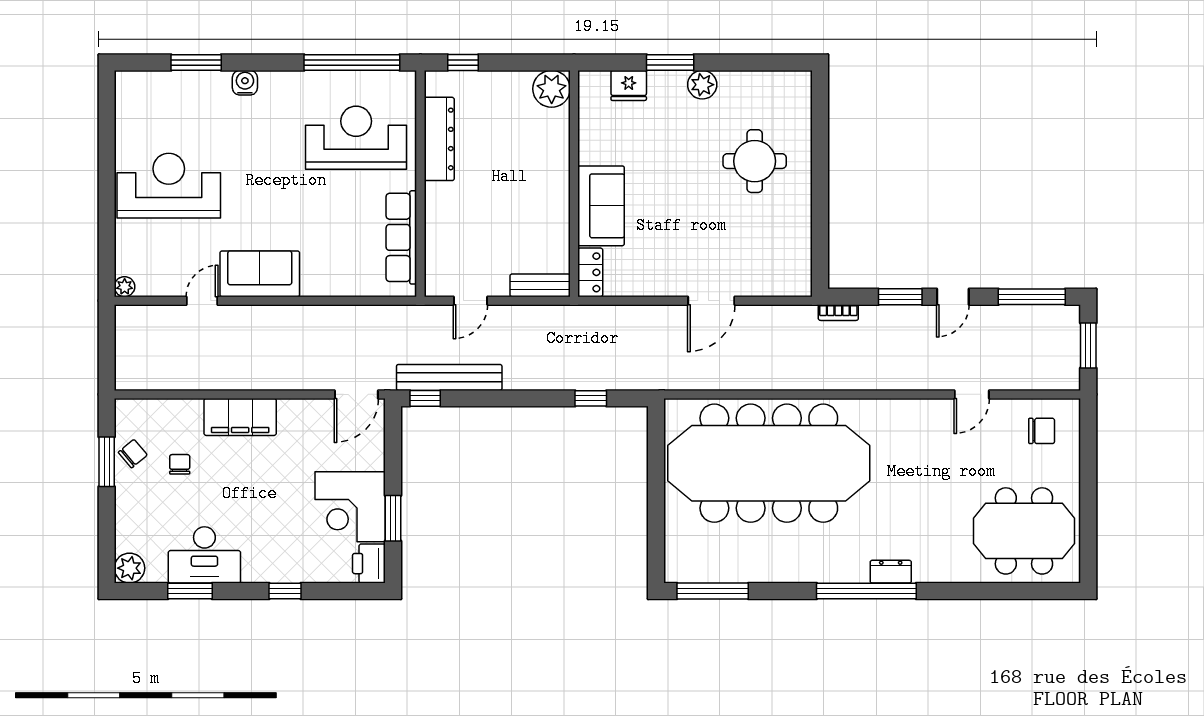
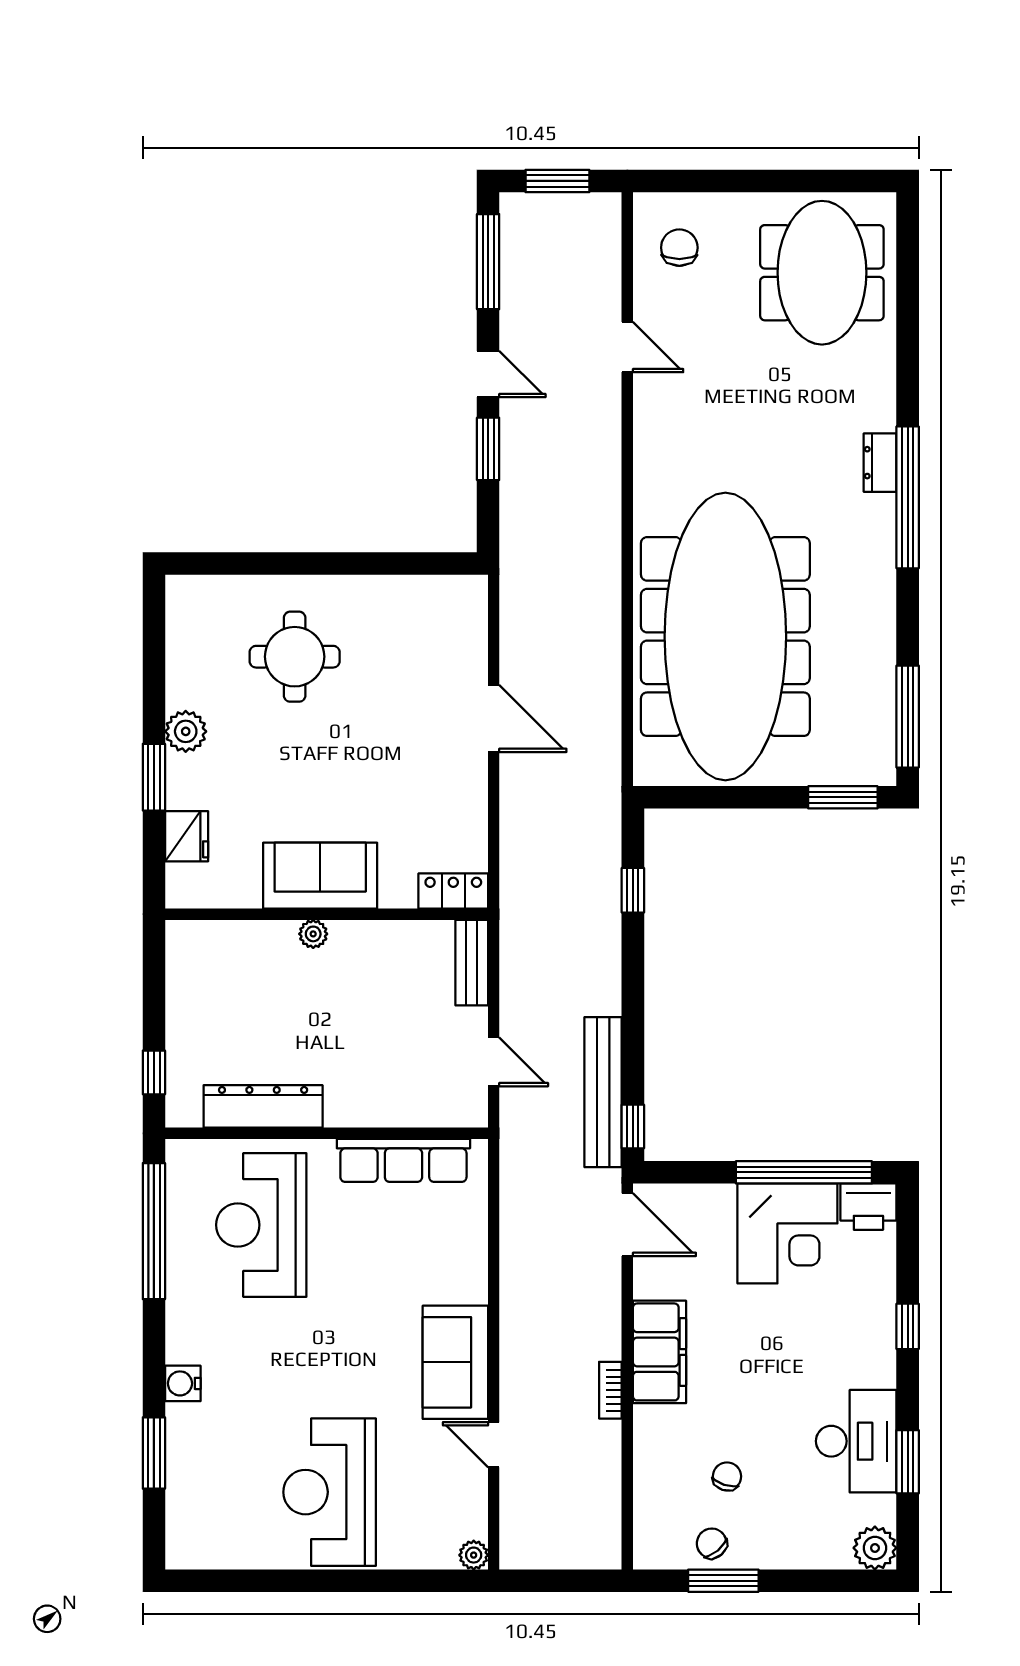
plant: (552, 89) -> (313, 934), moved, width x0.53, depth x0.53
sofa: (601, 206) -> (320, 876), moved
bookcase: (838, 313) -> (610, 1390), moved, turned 180
filing cabinet: (240, 417) -> (659, 1352), moved
chair: (180, 464) -> (727, 1476), turned 108
window: (393, 518) -> (804, 1172), width x2.11
window: (656, 546) -> (843, 797), added

